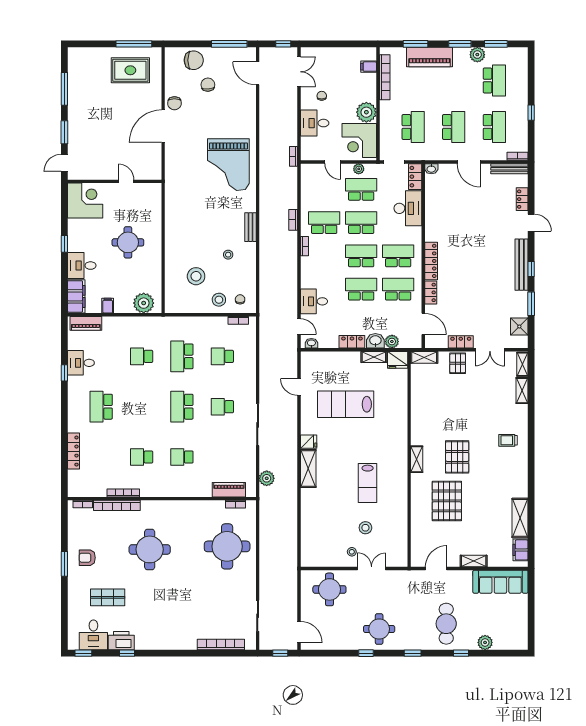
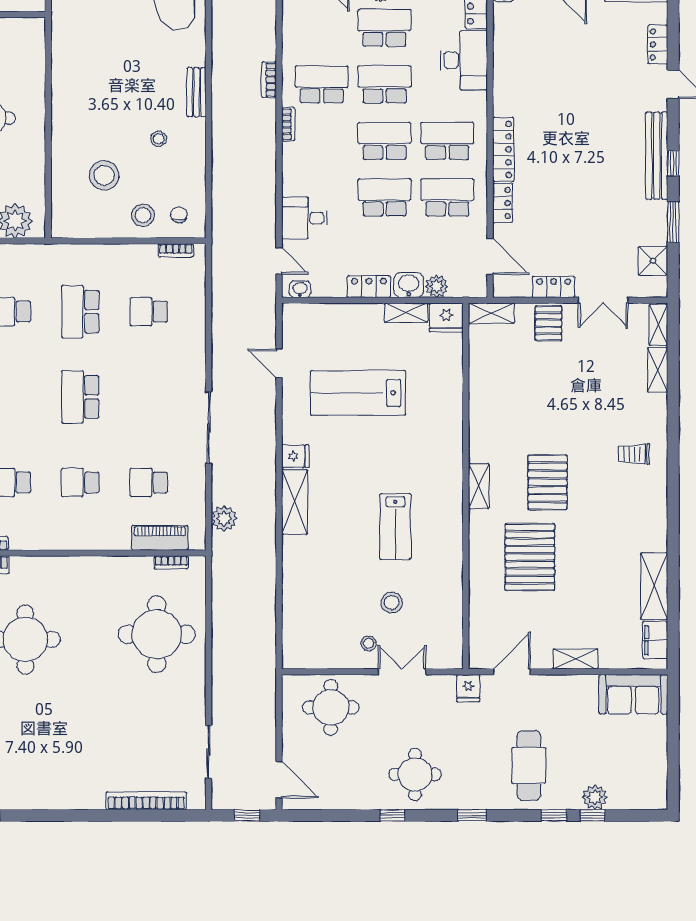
school desk: (222, 407) -> (149, 482), moved
fridge: (410, 578) -> (468, 688), added
sofa: (500, 582) -> (633, 694), width x0.73
window: (484, 653) -> (593, 815), added

